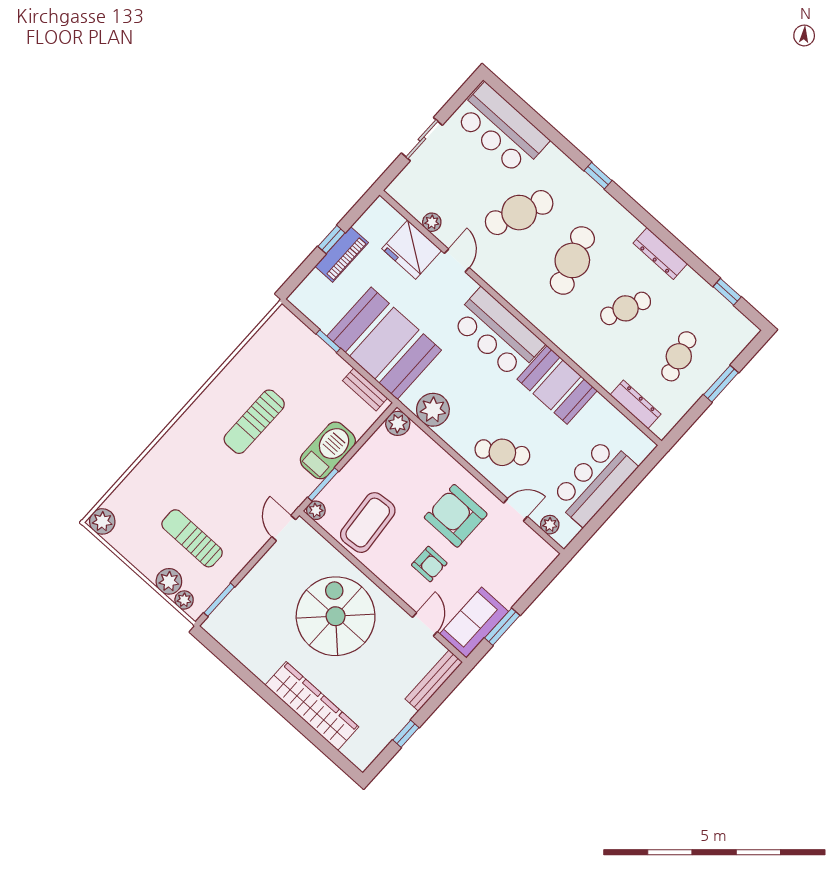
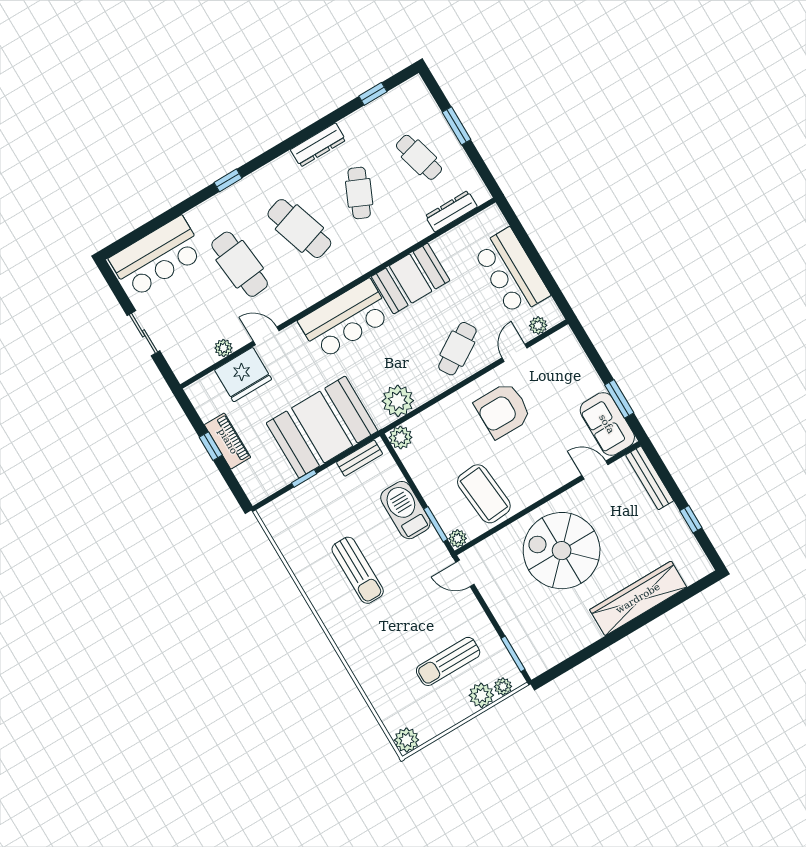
cafe table: (519, 213) -> (240, 264), turned -30
armchair: (429, 564) -> (540, 449), removed

